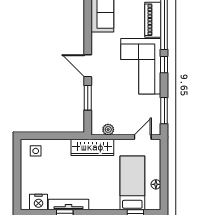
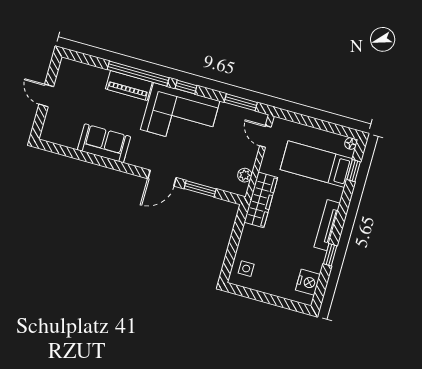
floor lamp: (156, 184) -> (351, 143), moved
tv unit: (69, 205) -> (327, 225), moved

